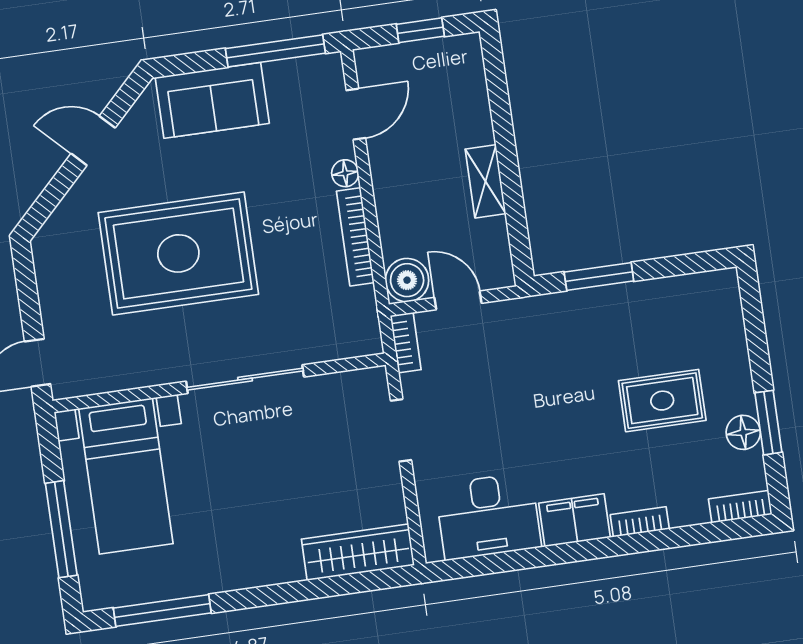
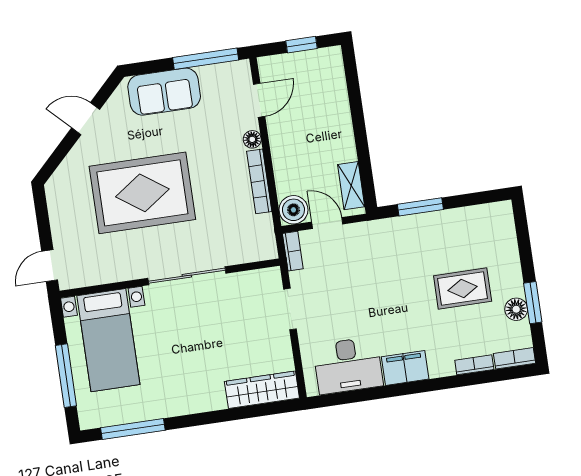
shelving: (486, 181) -> (351, 186), moved
bookcase: (640, 522) -> (474, 365), moved

